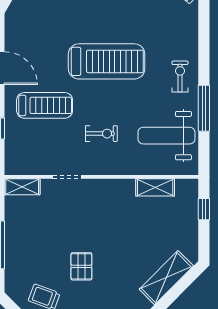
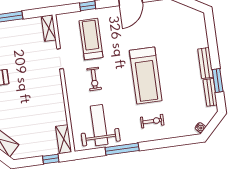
exercise bike: (180, 77) -> (152, 121), moved
treadmill: (45, 105) -> (91, 39), moved, turned 180
shelving: (155, 187) -> (64, 139), moved

